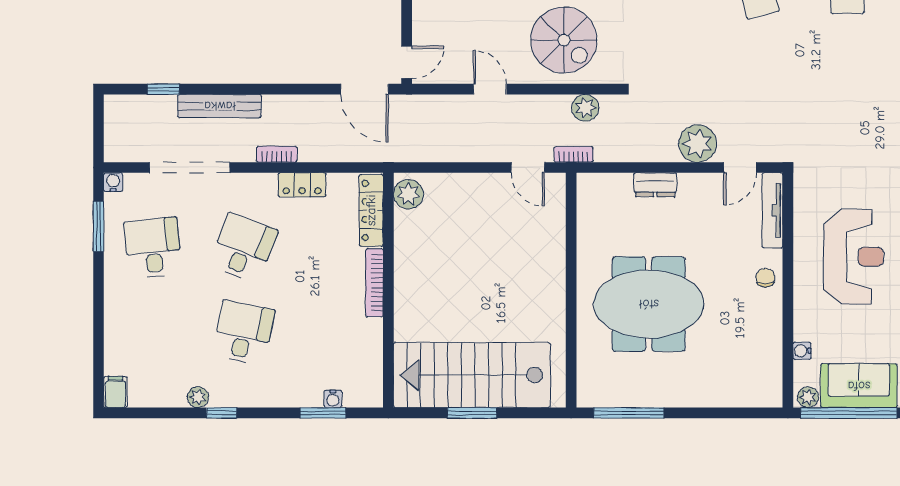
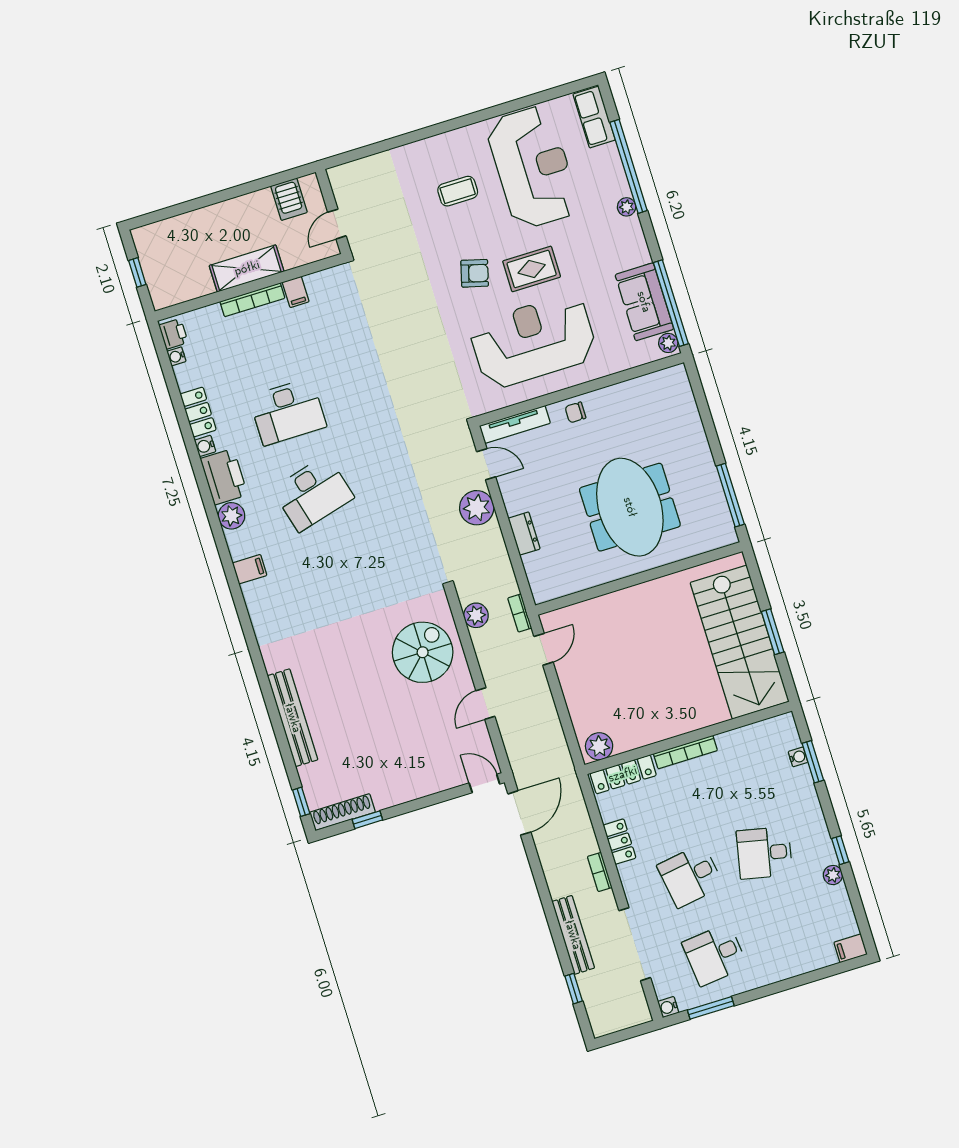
desk: (243, 248) -> (690, 876), turned -30
reception desk: (854, 257) -> (533, 341), width x1.36, depth x1.30
water cooler: (802, 351) -> (629, 361), removed

